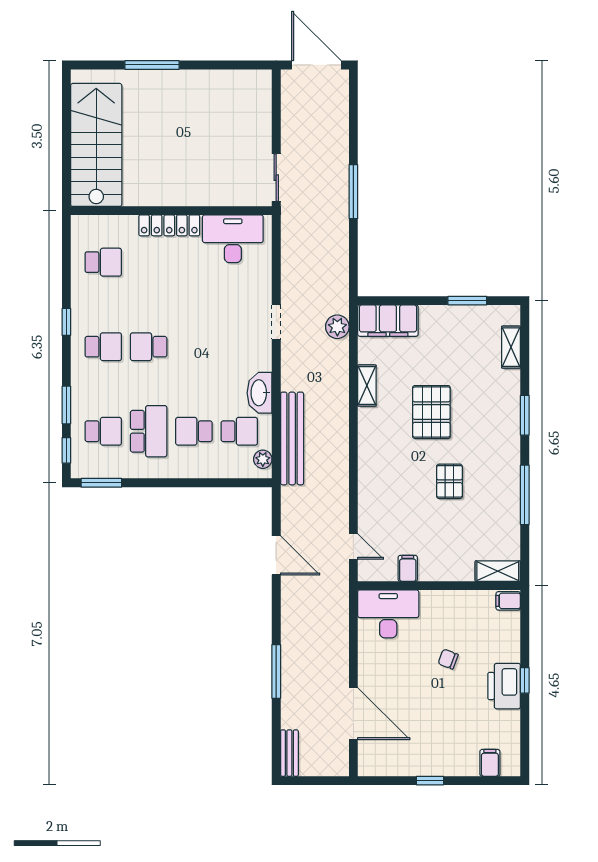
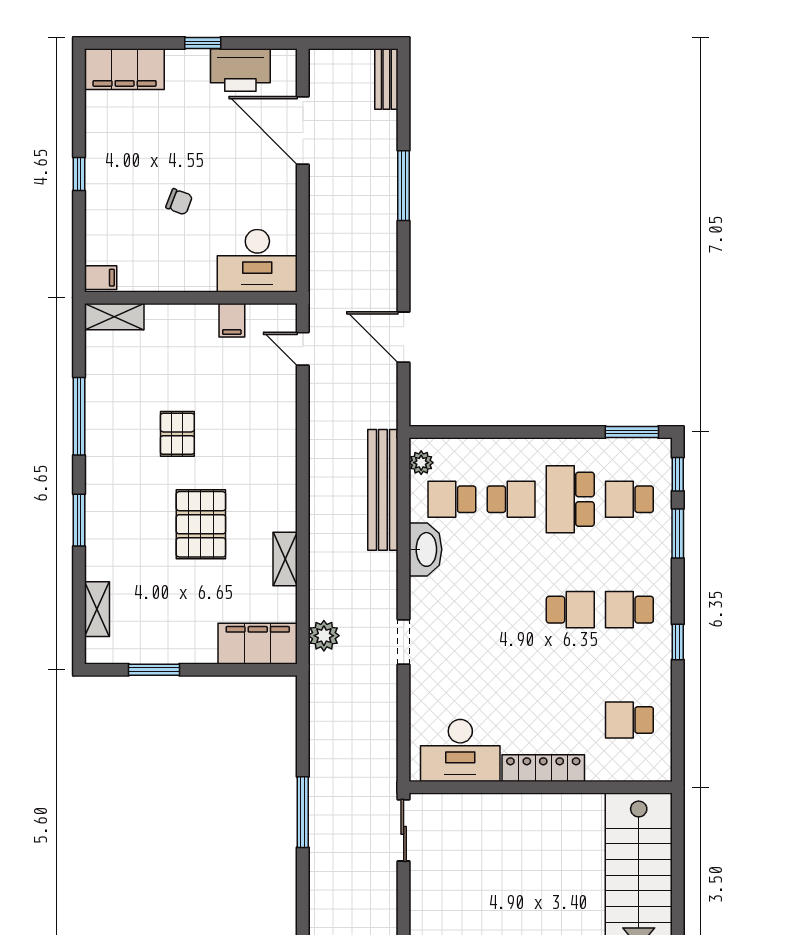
printer: (504, 686) -> (240, 70), moved, turned 90
filing cabinet: (490, 763) -> (125, 69), width x3.00, depth x1.17

